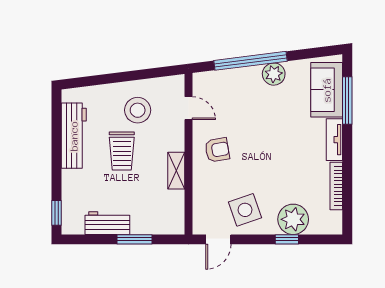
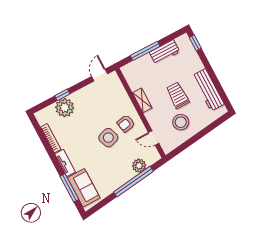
plant: (274, 74) -> (139, 166), moved
side table: (245, 210) -> (108, 138), moved
window: (134, 239) -> (145, 51), width x1.44

